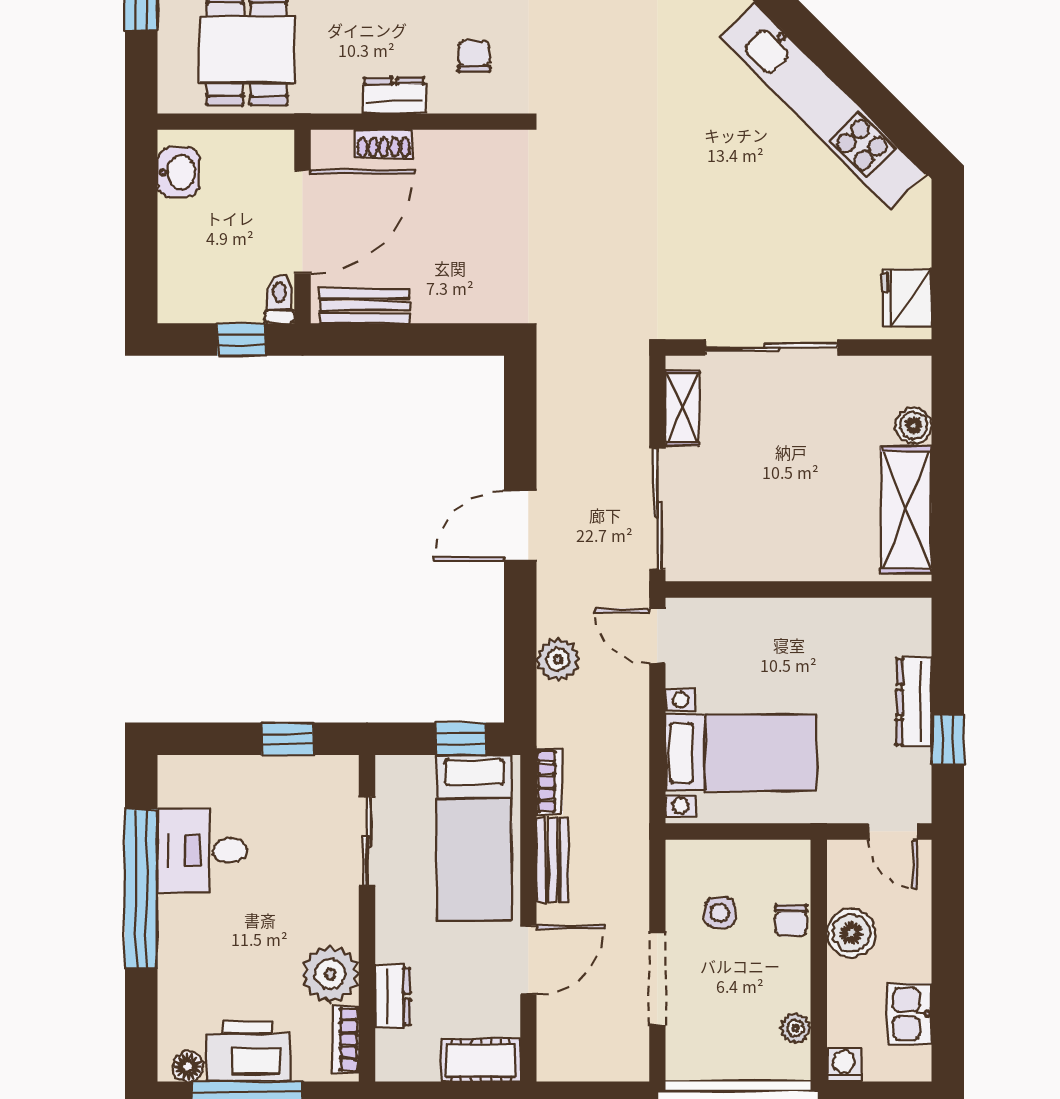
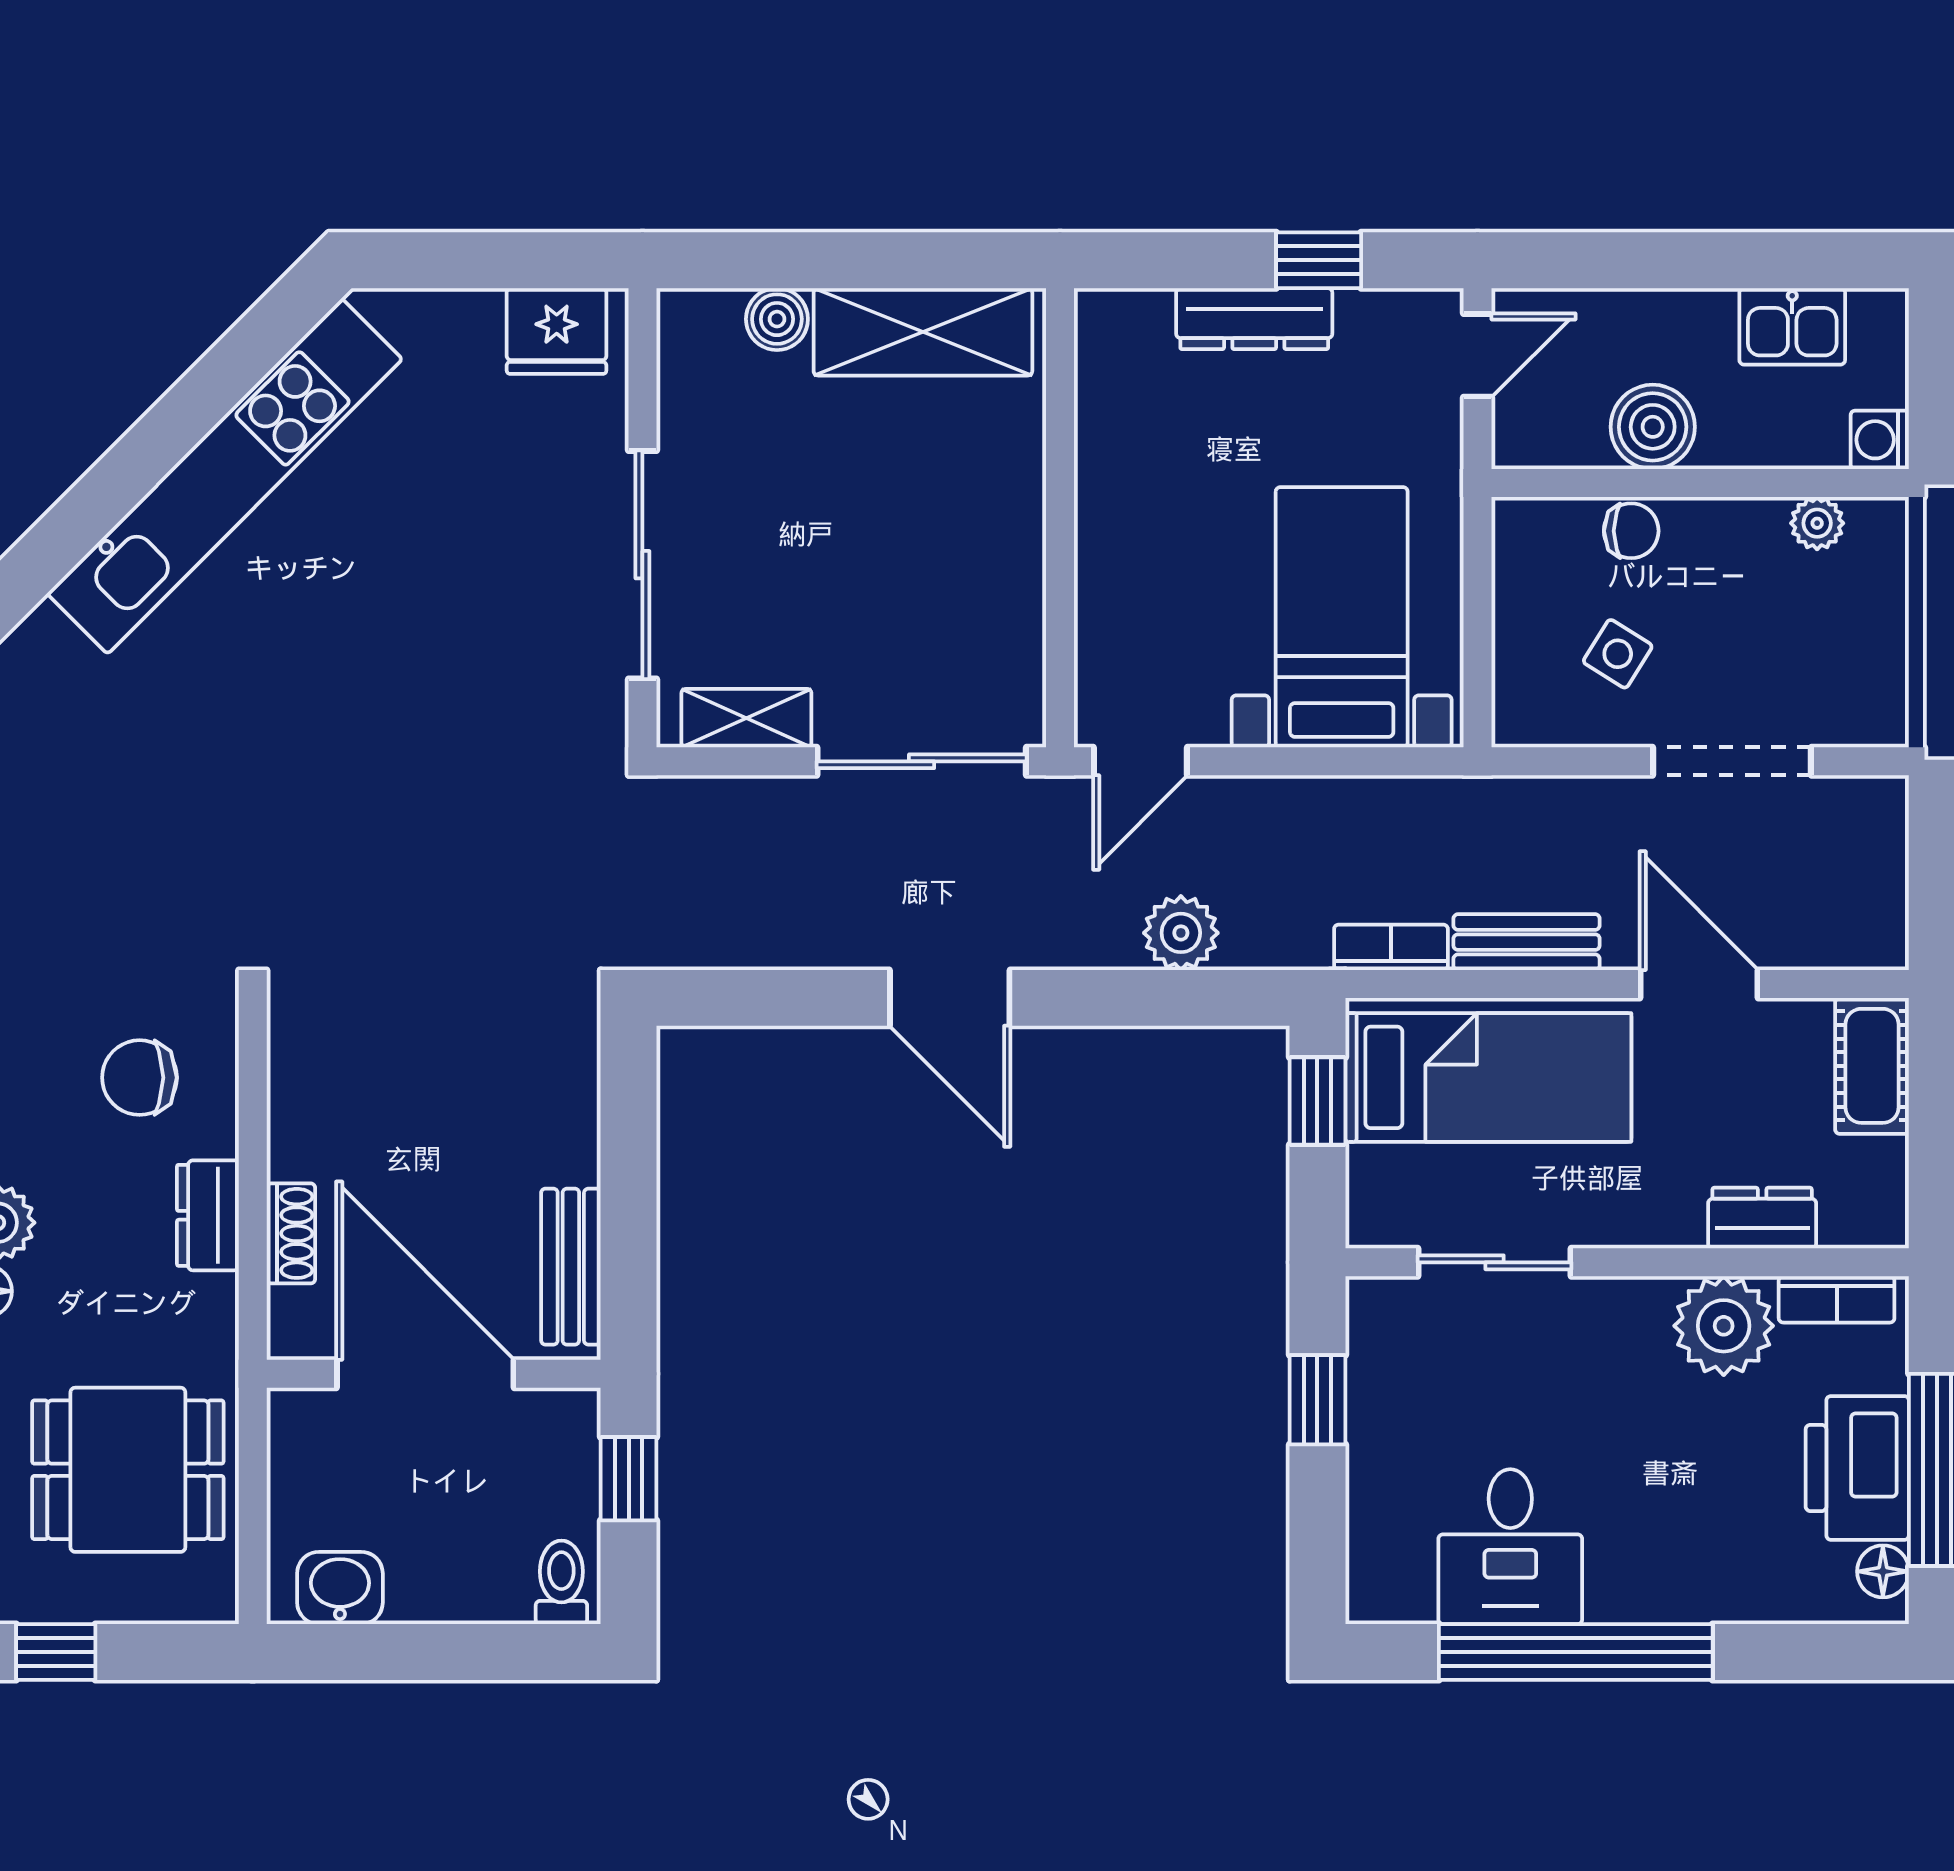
chair: (474, 56) -> (140, 1078), width x1.37, depth x1.37
toilet: (280, 299) -> (561, 1582), moved, turned 90
side table: (720, 913) -> (1618, 654), turned 32

